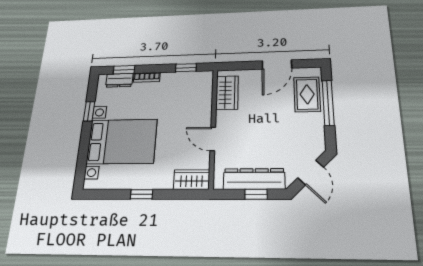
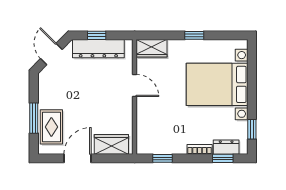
wardrobe: (227, 93) -> (111, 144), moved, turned 90
window: (328, 103) -> (34, 118), width x0.69
window: (89, 111) -> (252, 129), moved

